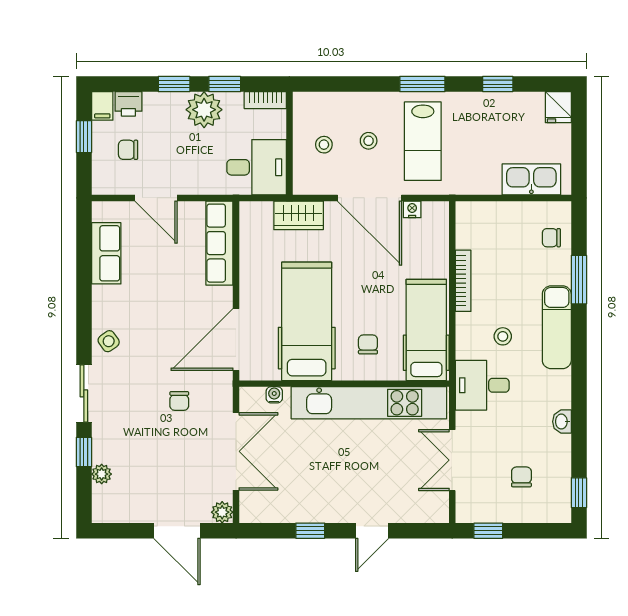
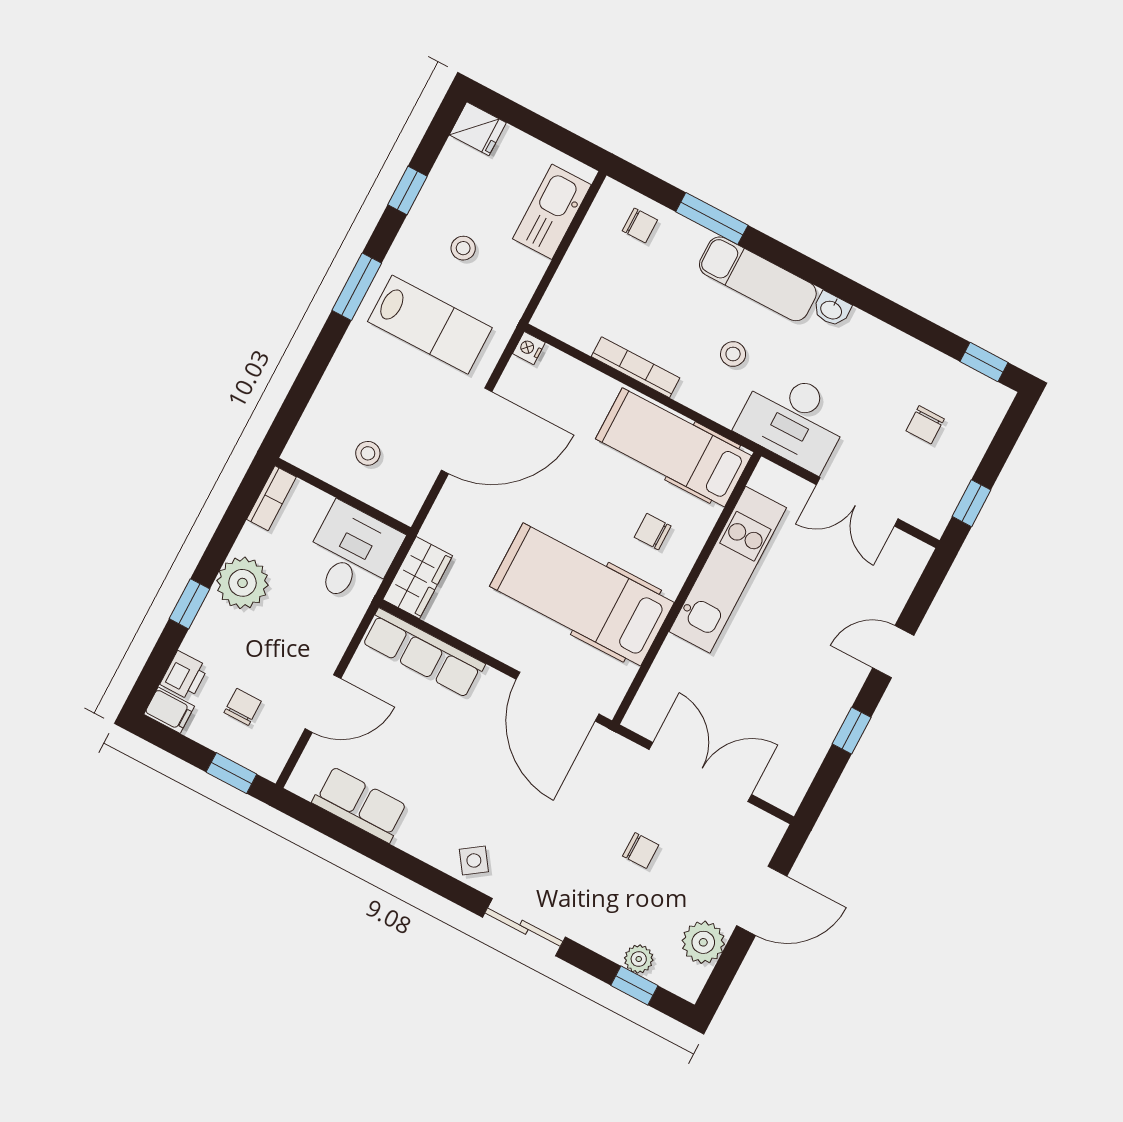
window: (225, 84) -> (224, 539), removed
window: (84, 137) -> (231, 773), moved
stool: (369, 141) -> (463, 248), moved
chair: (128, 150) -> (243, 707), turned 180
nightstand: (412, 209) -> (529, 348), moved
wardrobe: (299, 215) -> (418, 578), moved
chair: (551, 238) -> (640, 225), turned -90
desk: (482, 385) -> (794, 419), width x1.37
water cooler: (274, 395) -> (654, 685), removed
chair: (179, 401) -> (641, 850), moved
kitchen unit: (369, 403) -> (728, 570), width x0.73
washbasin: (562, 422) -> (832, 309), moved
window: (84, 452) -> (634, 985), moved
chair: (521, 477) -> (925, 425), turned -90
plant: (222, 512) -> (703, 942), moved, width x1.38, depth x1.38
door: (372, 531) -> (893, 652), swing flipped

